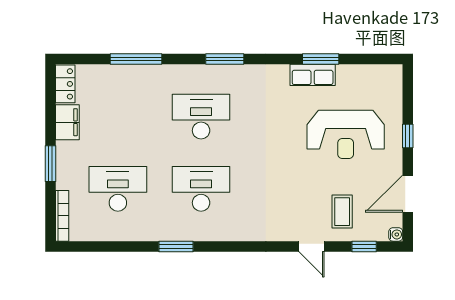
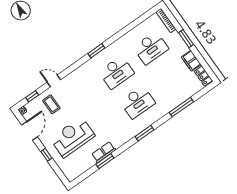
window: (176, 246) -> (96, 51), moved

